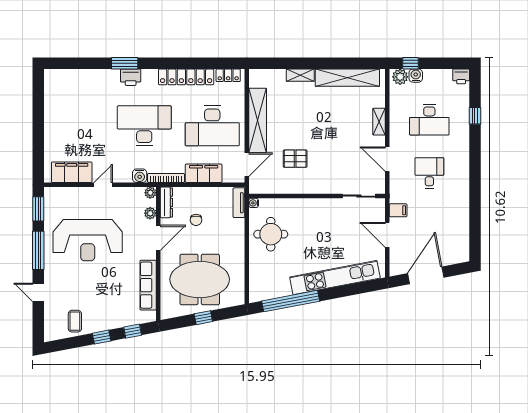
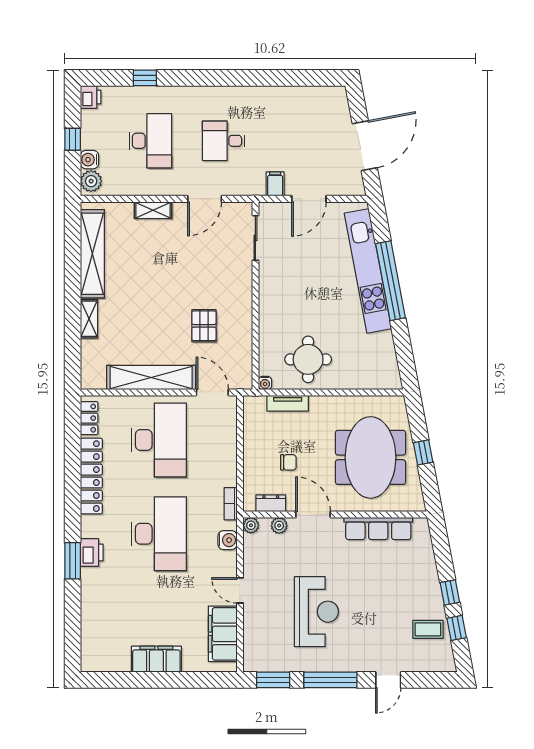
window: (411, 63) -> (73, 139), moved
desk: (144, 126) -> (159, 534), turned 180
filing cabinet: (204, 173) -> (156, 659), moved, turned 90
bookcase: (166, 178) -> (231, 504), width x0.64
dresser: (166, 202) -> (271, 503), width x0.70
tv unit: (239, 203) -> (288, 403), moved
reception desk: (88, 240) -> (316, 612), width x0.74, depth x0.77
door: (426, 275) -> (365, 146), swing flipped
window: (291, 301) -> (390, 281), moved
window: (133, 331) -> (457, 628), moved

